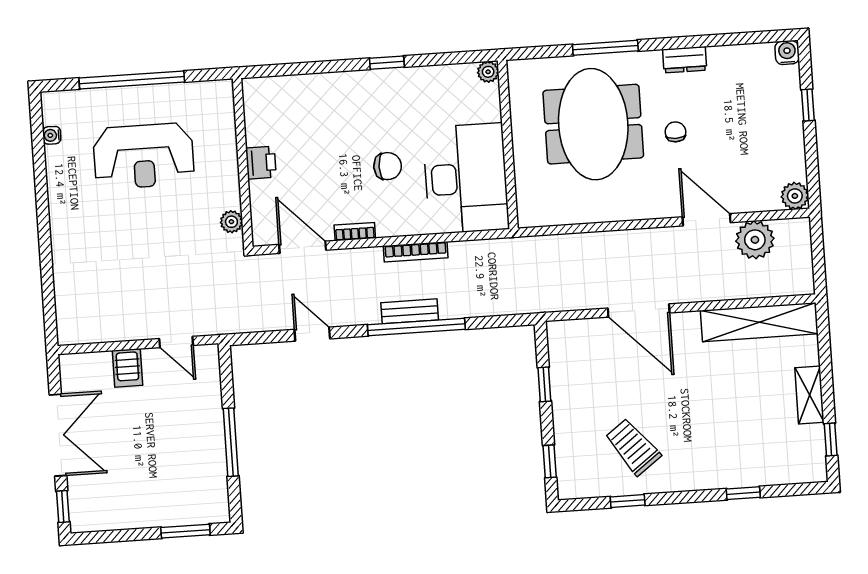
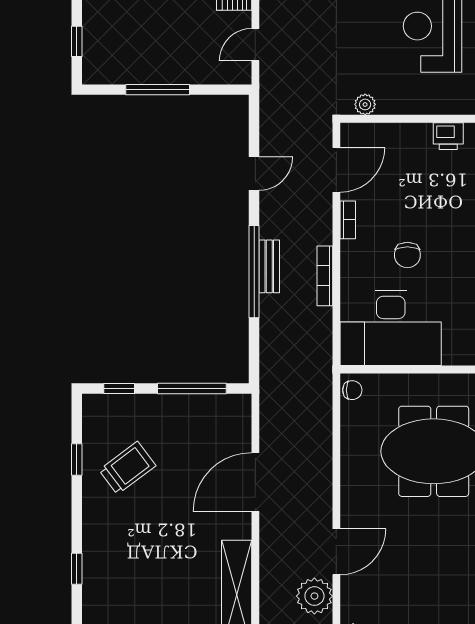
chair: (675, 132) -> (352, 390), moved
printer: (261, 163) -> (448, 136), moved
window: (544, 384) -> (192, 389), width x2.17
window: (185, 531) -> (77, 41), width x0.67

